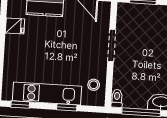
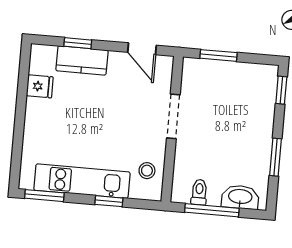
toilet: (117, 98) -> (199, 192), moved
window: (20, 105) -> (44, 196), width x1.50

